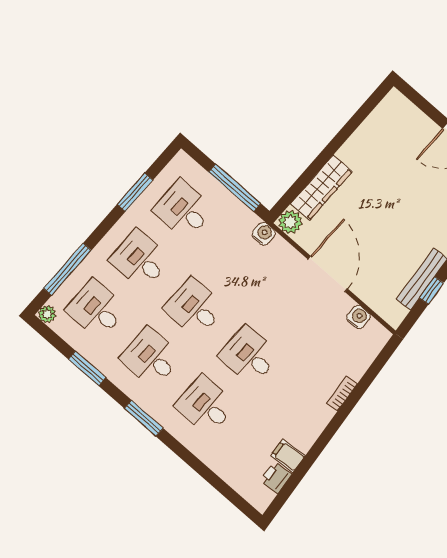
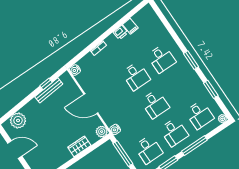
wardrobe: (321, 187) -> (79, 146), width x0.67
window: (67, 269) -> (194, 146), moved
door: (328, 274) -> (91, 104), hinge flipped
water cooler: (358, 317) -> (75, 70), moved
desk: (151, 357) -> (181, 87), removed
printer: (276, 477) -> (121, 32), moved

